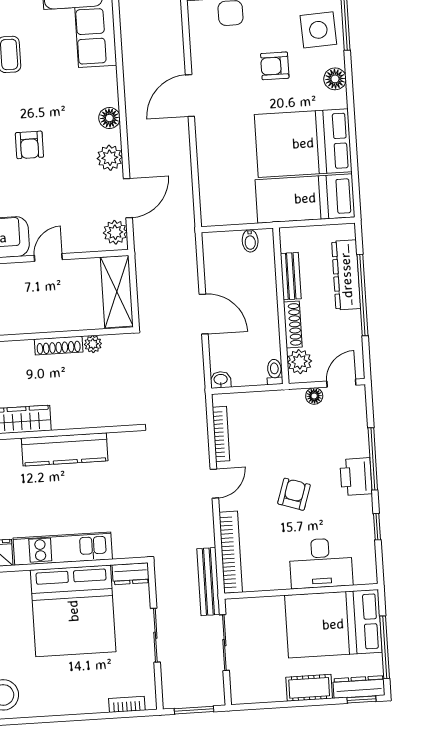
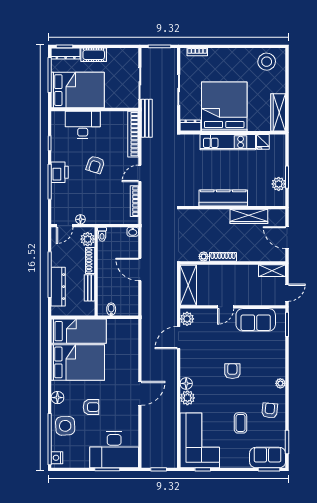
plant: (110, 158) -> (187, 398), moved

